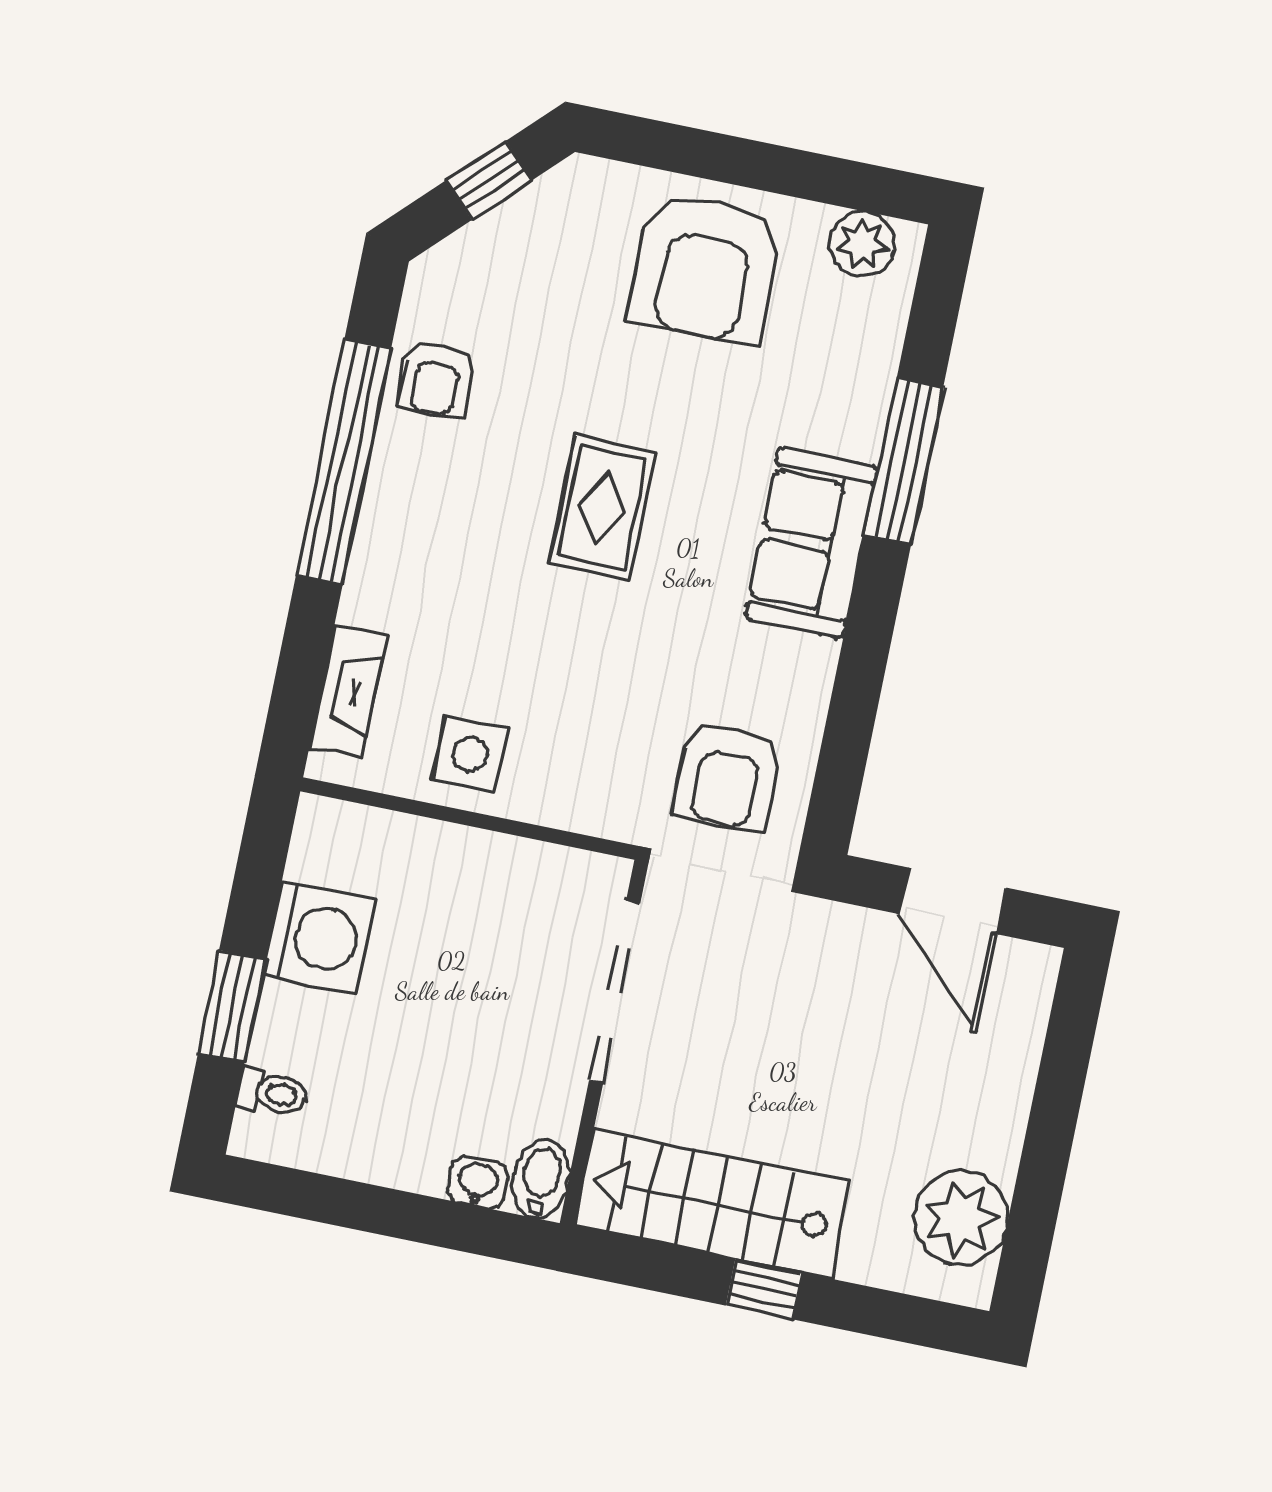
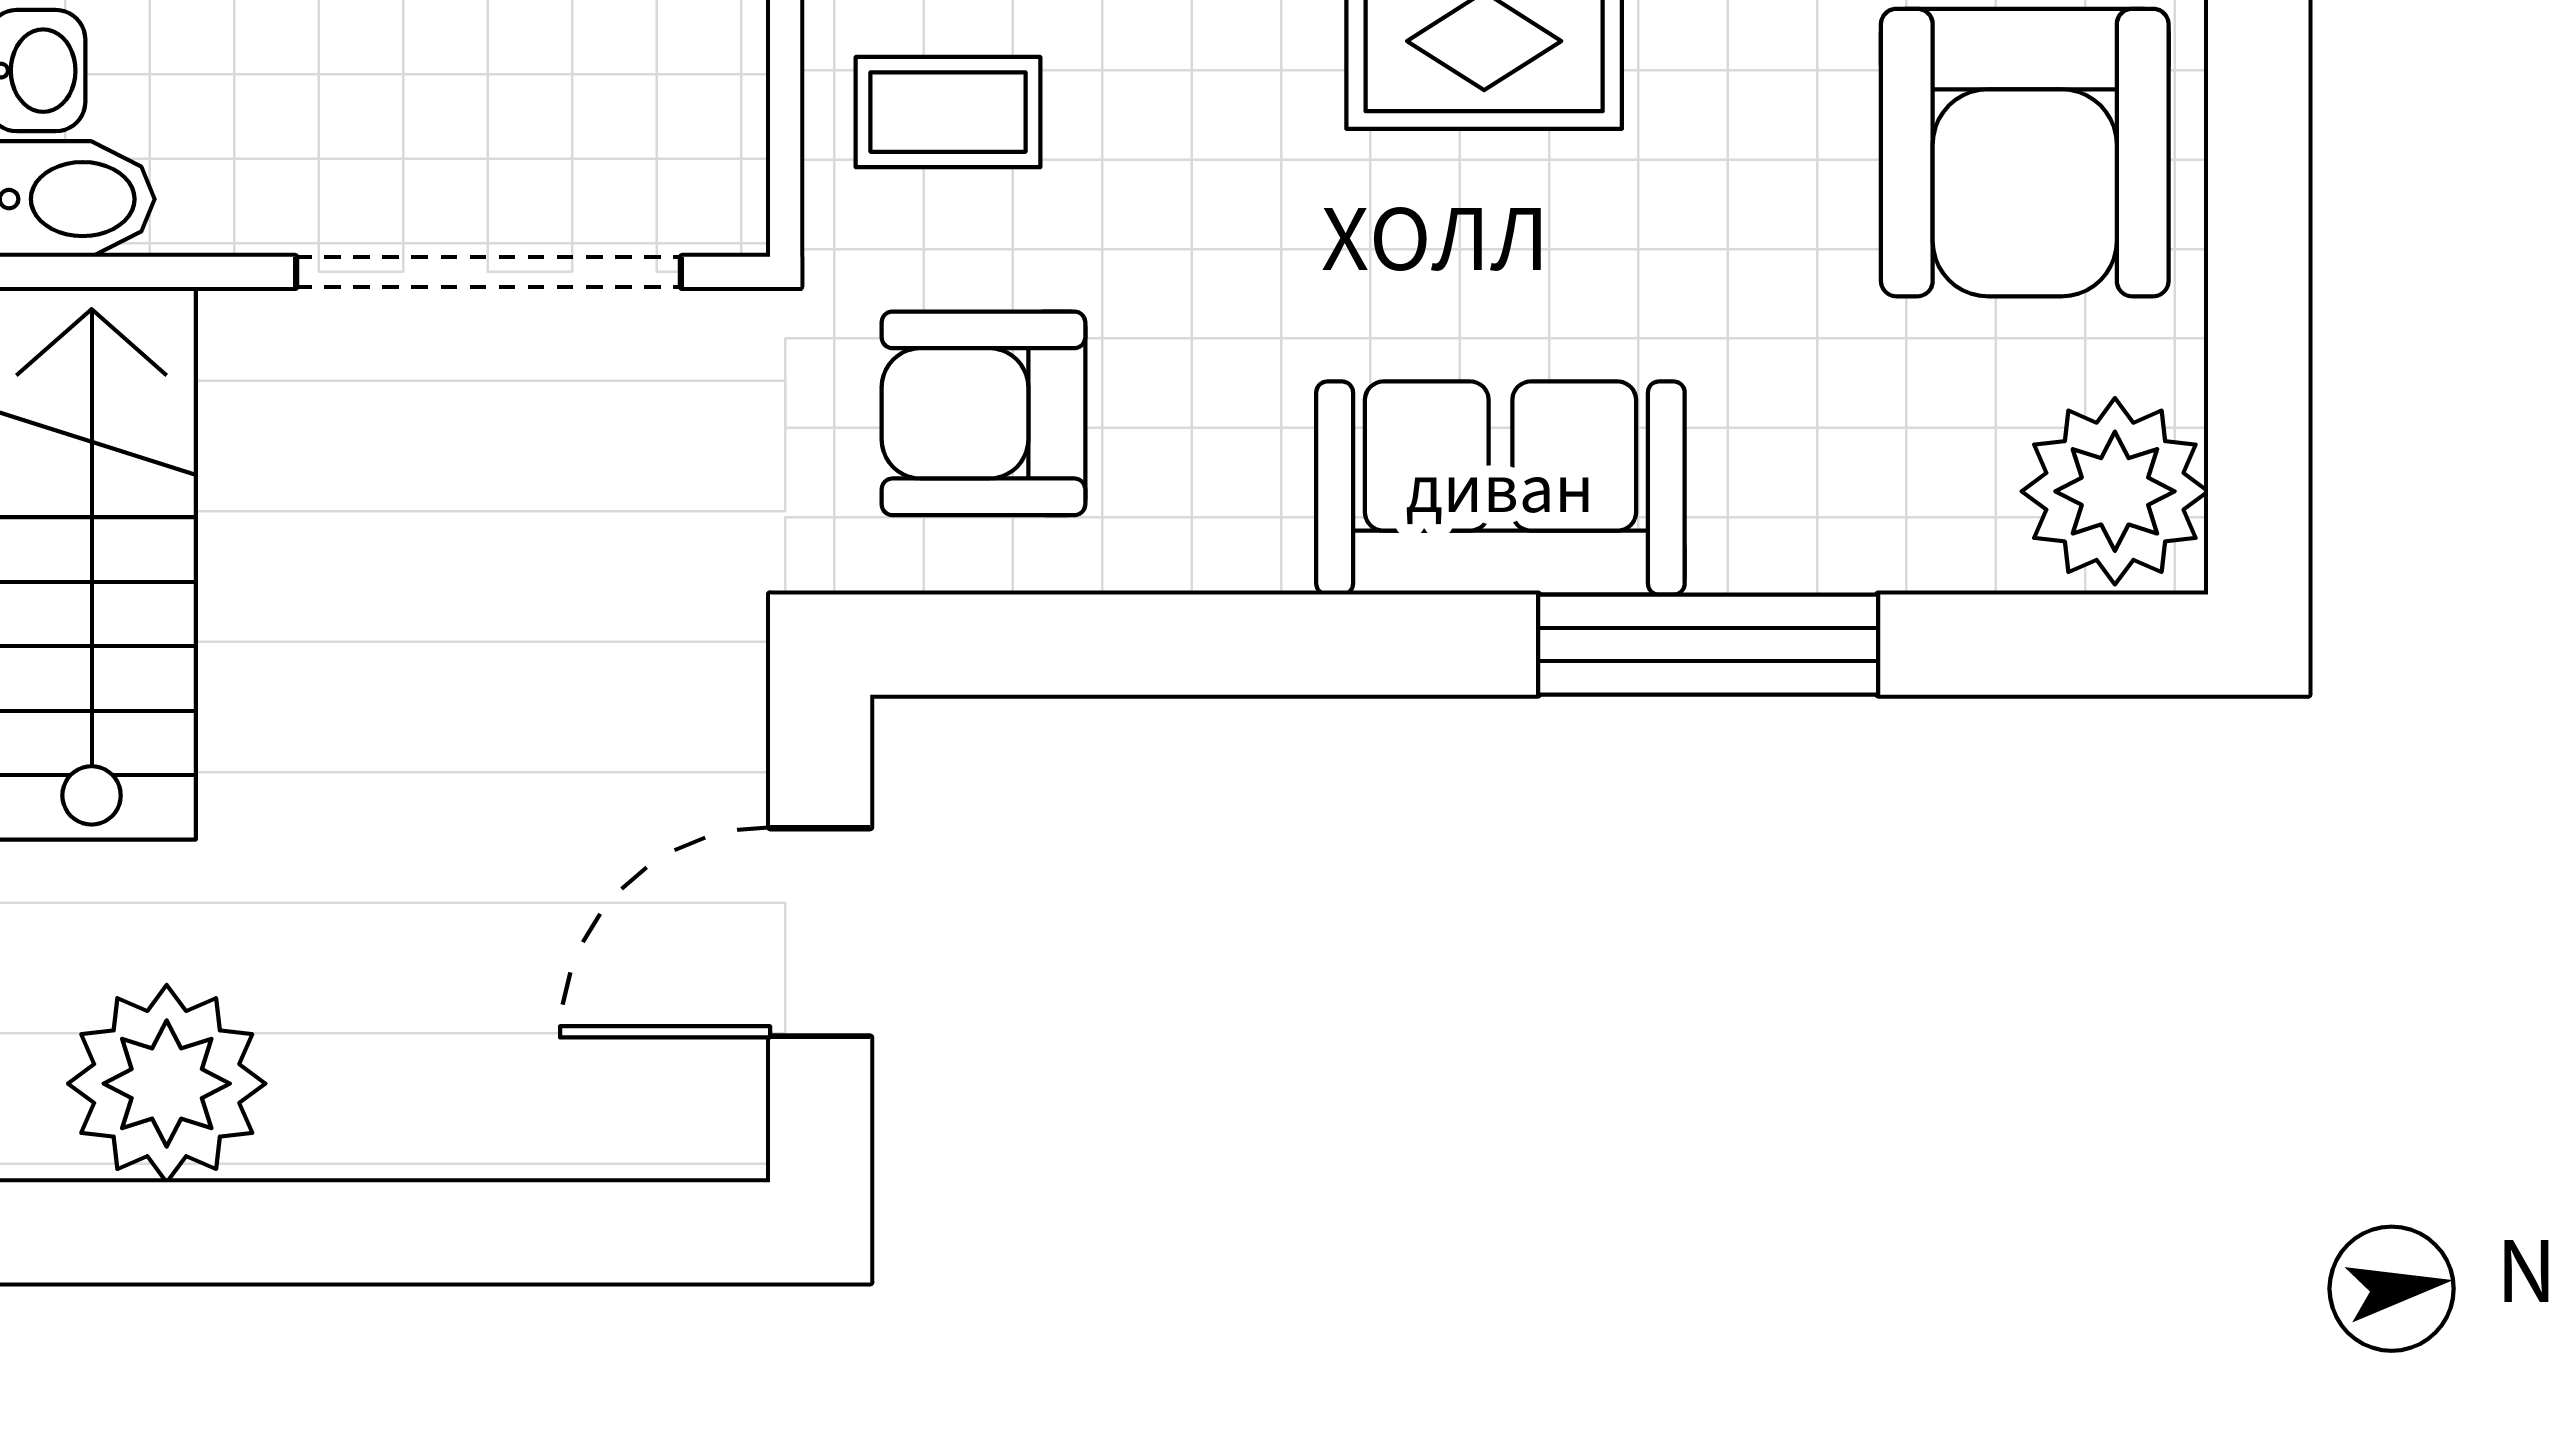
plant: (862, 244) -> (2115, 491), width x1.36, depth x1.36
armchair: (706, 268) -> (2025, 153), turned -90
coffee table: (584, 763) -> (948, 112), added

